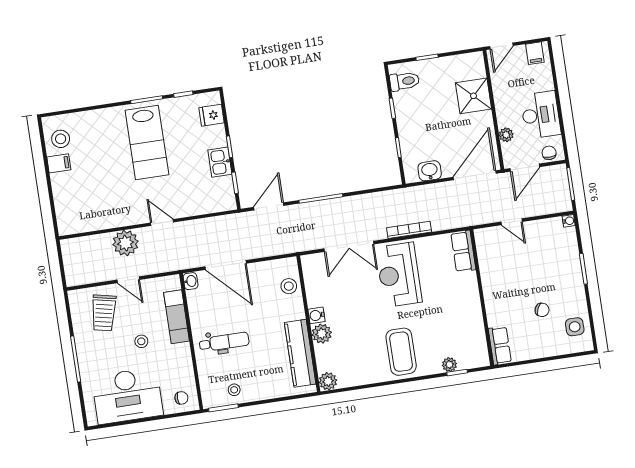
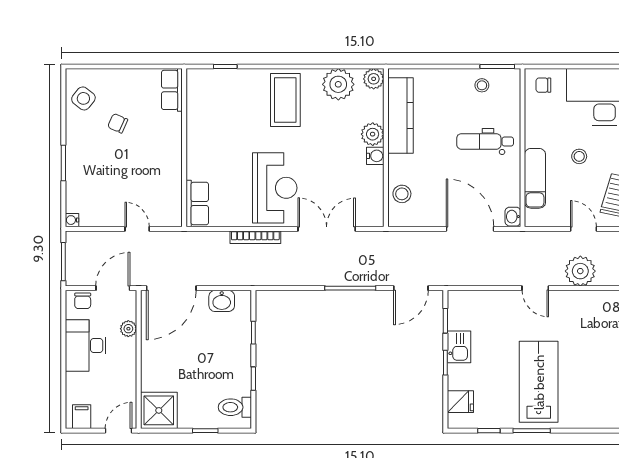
shower: (474, 96) -> (159, 410), moved
side table: (575, 327) -> (83, 98), turned 38
plant: (449, 365) -> (338, 84), moved, width x1.87, depth x1.87

